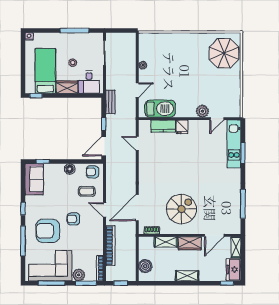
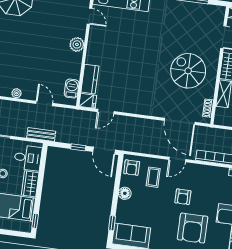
bench: (110, 102) -> (41, 134), moved
barbecue: (160, 109) -> (72, 89), width x0.53, depth x0.65
plant: (202, 111) -> (77, 44), moved
fridge: (182, 127) -> (88, 101), moved

